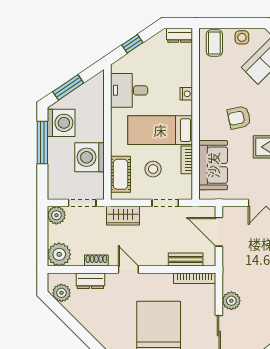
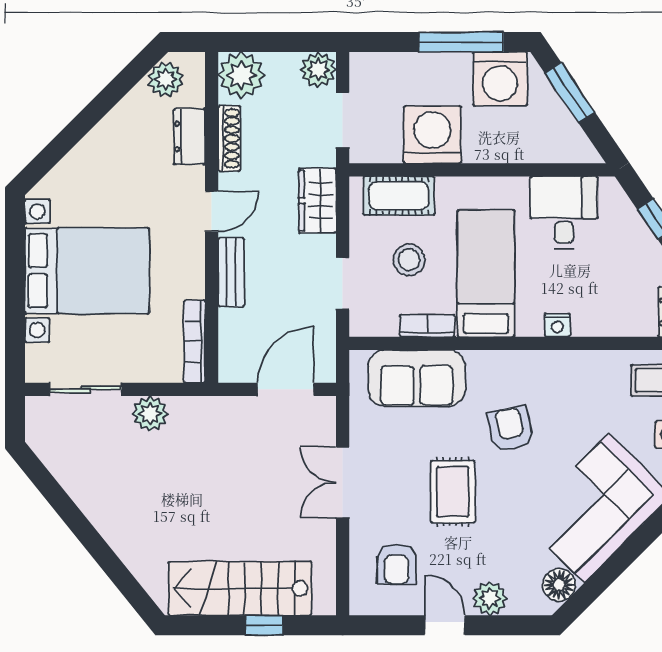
shoe rack: (96, 260) -> (229, 138), width x1.43
bench: (186, 260) -> (231, 272), moved

